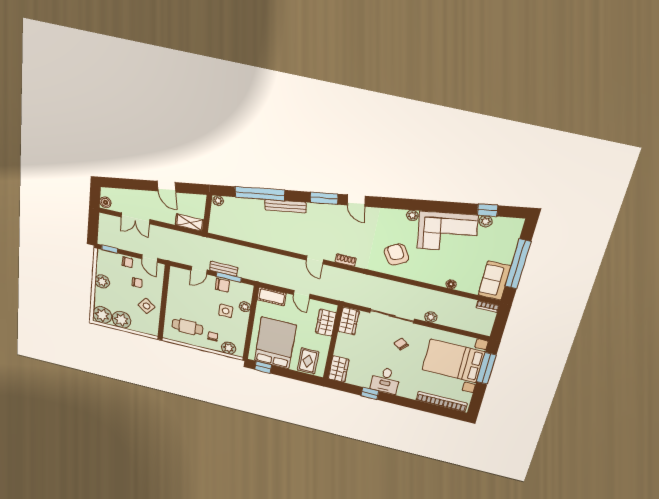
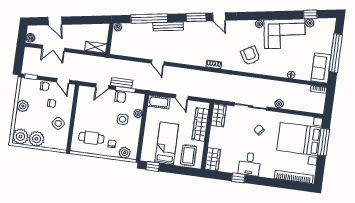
door: (167, 187) -> (55, 21), moved
door: (315, 260) -> (158, 62), moved
wardrobe: (326, 323) -> (200, 124), width x1.50
bed: (275, 343) -> (167, 143), width x0.67

